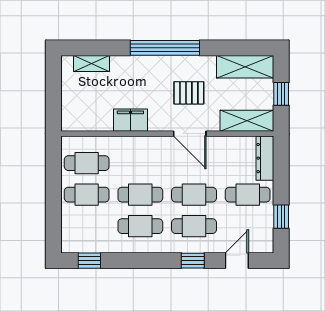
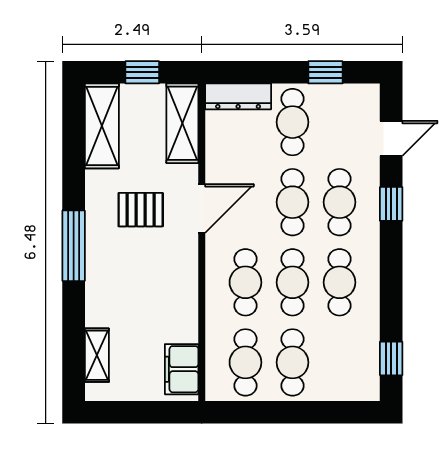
window: (165, 48) -> (74, 246), width x0.68
pallet: (189, 93) -> (141, 210), turned 90
filing cabinet: (130, 120) -> (182, 369), moved
cafe table: (140, 163) -> (245, 282), added
door: (237, 261) -> (391, 138), swing flipped

